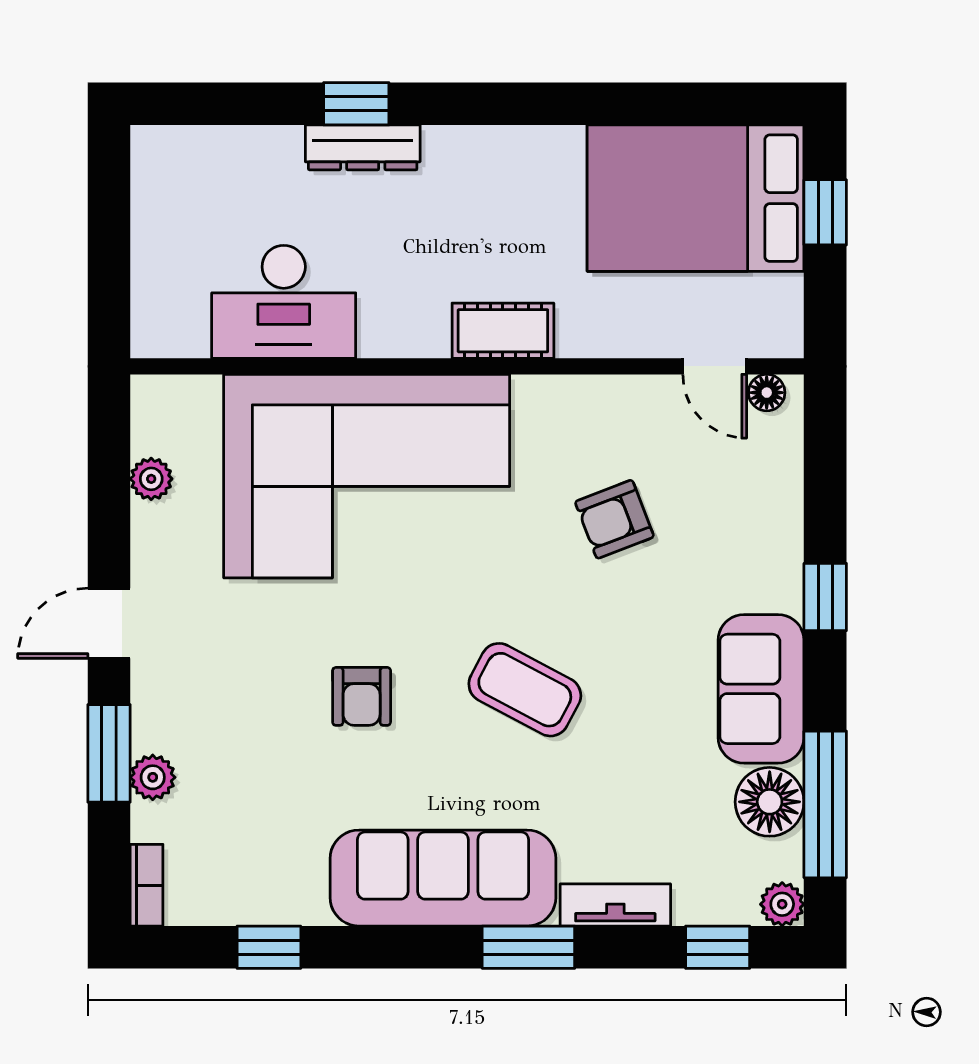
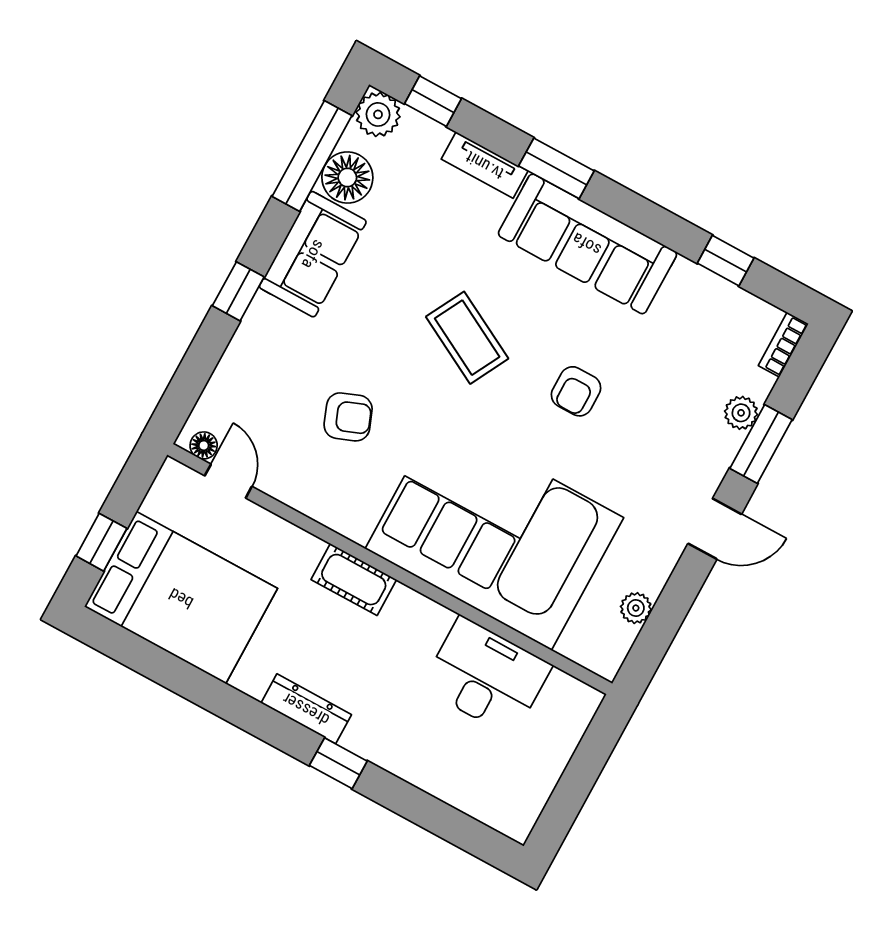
window: (356, 104) -> (338, 763), moved
dresser: (363, 147) -> (306, 709), moved
armchair: (362, 696) -> (576, 391), turned 180
plant: (782, 904) -> (378, 114), width x1.38, depth x1.38

